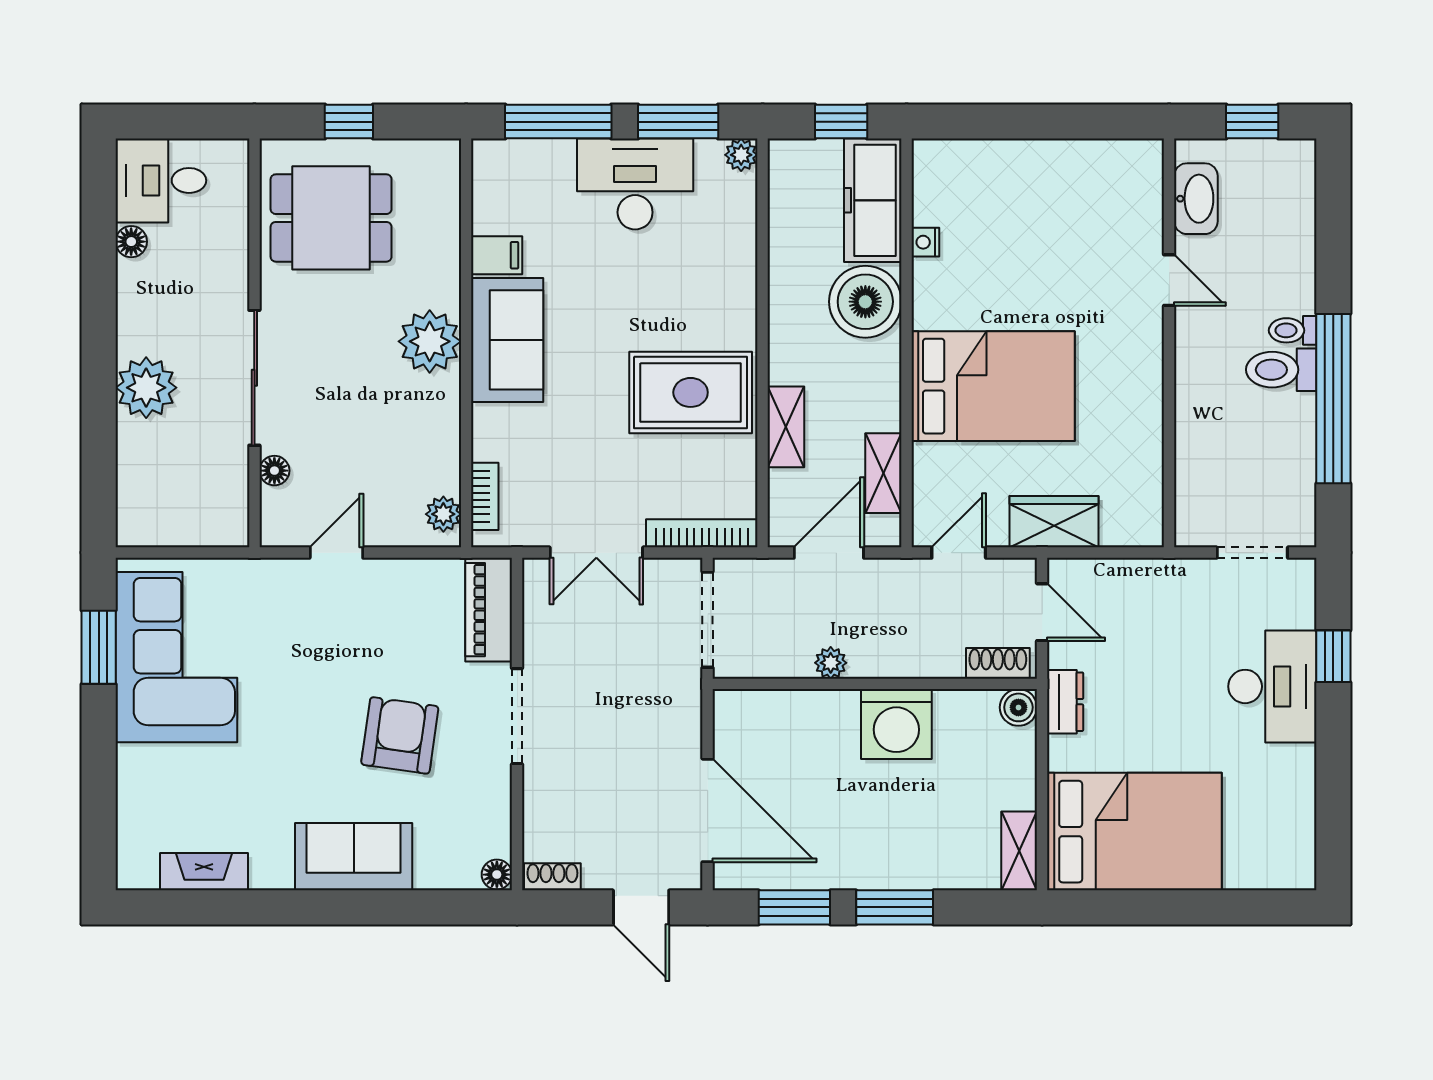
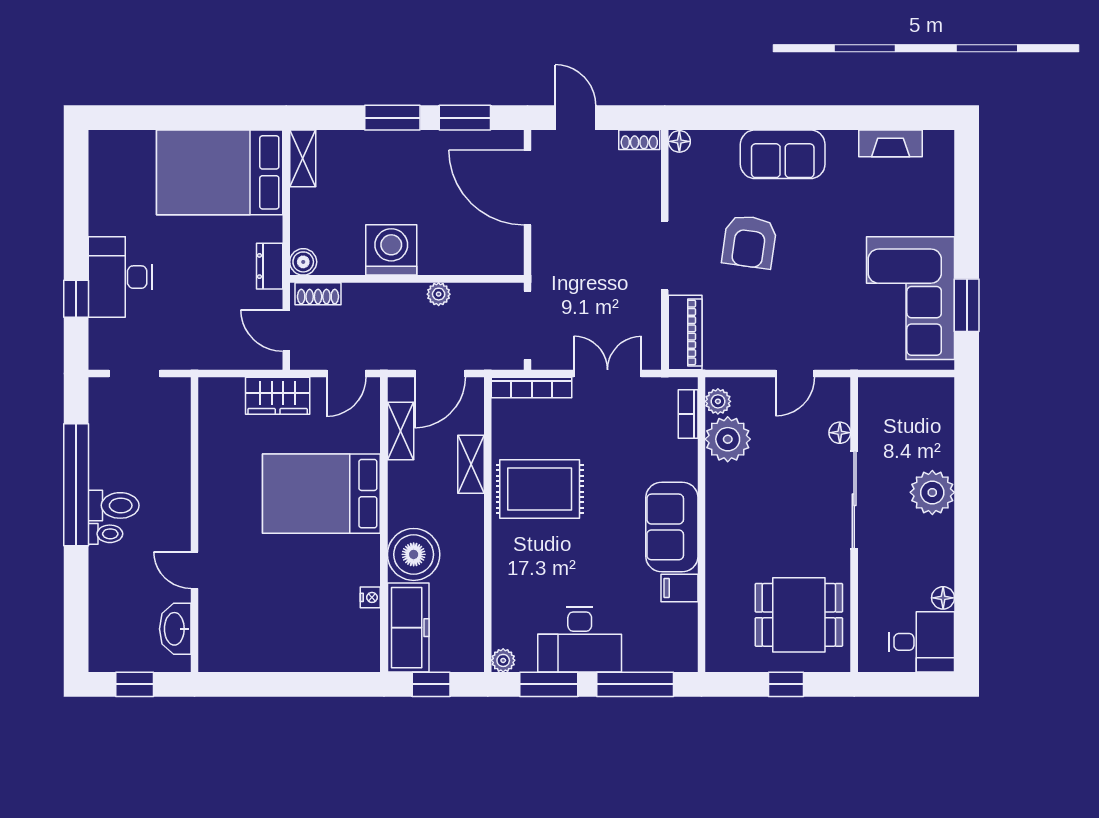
plant: (430, 341) -> (728, 439), moved

